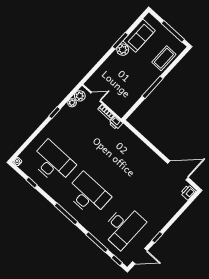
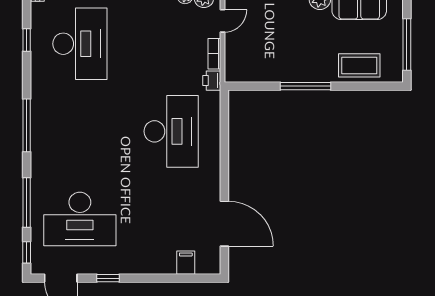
door: (96, 97) -> (222, 21), hinge flipped
printer: (188, 192) -> (207, 265), removed
desk: (88, 195) -> (171, 131), moved
filing cabinet: (179, 200) -> (186, 263), added

